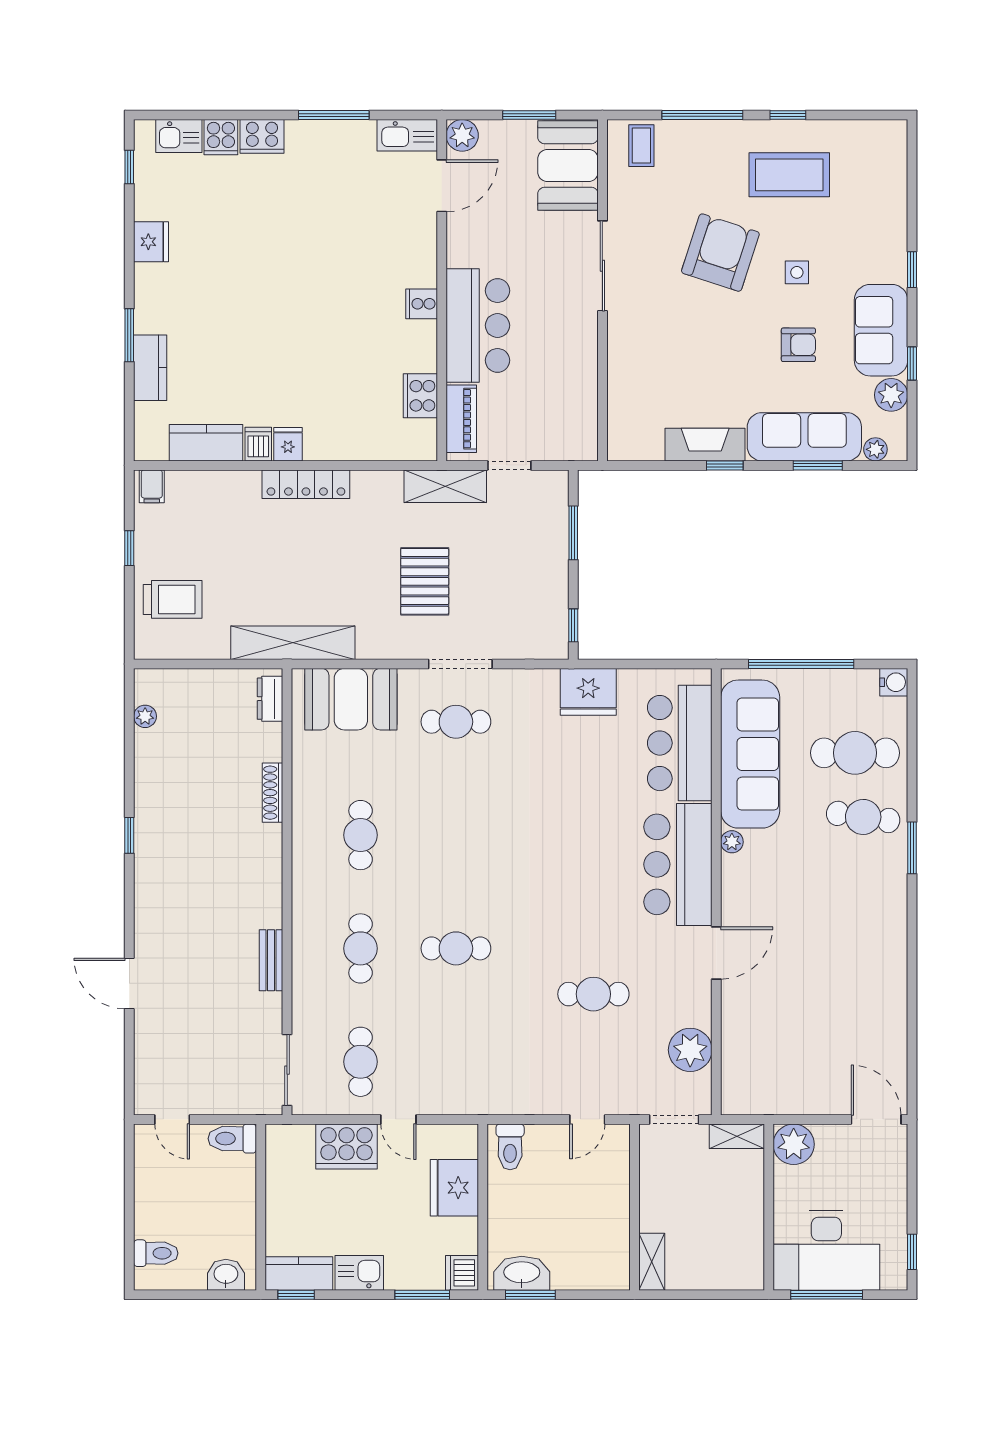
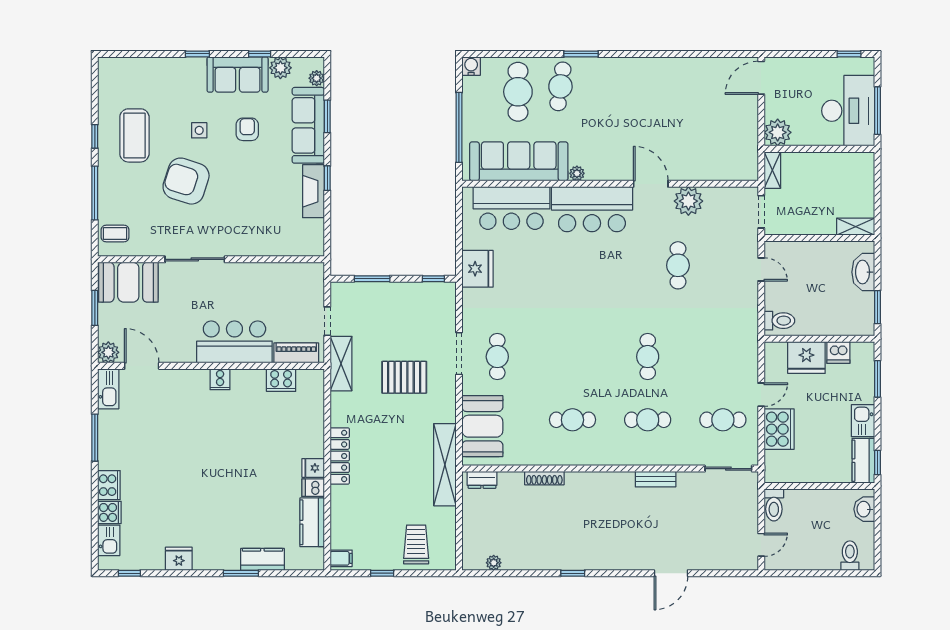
plant: (690, 1050) -> (688, 201), moved
dishwasher: (462, 1273) -> (838, 353), moved
washbasin: (522, 1273) -> (863, 272), moved

